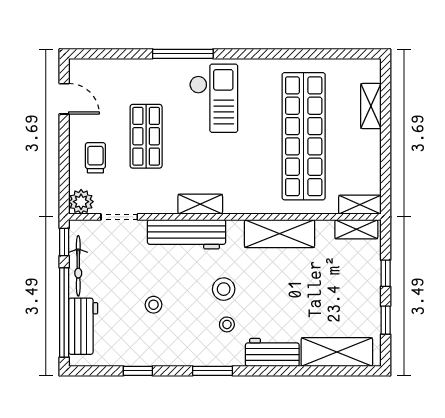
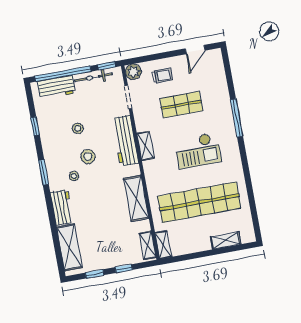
checkout: (214, 98) -> (198, 151), moved
stool: (224, 289) -> (88, 157), moved

